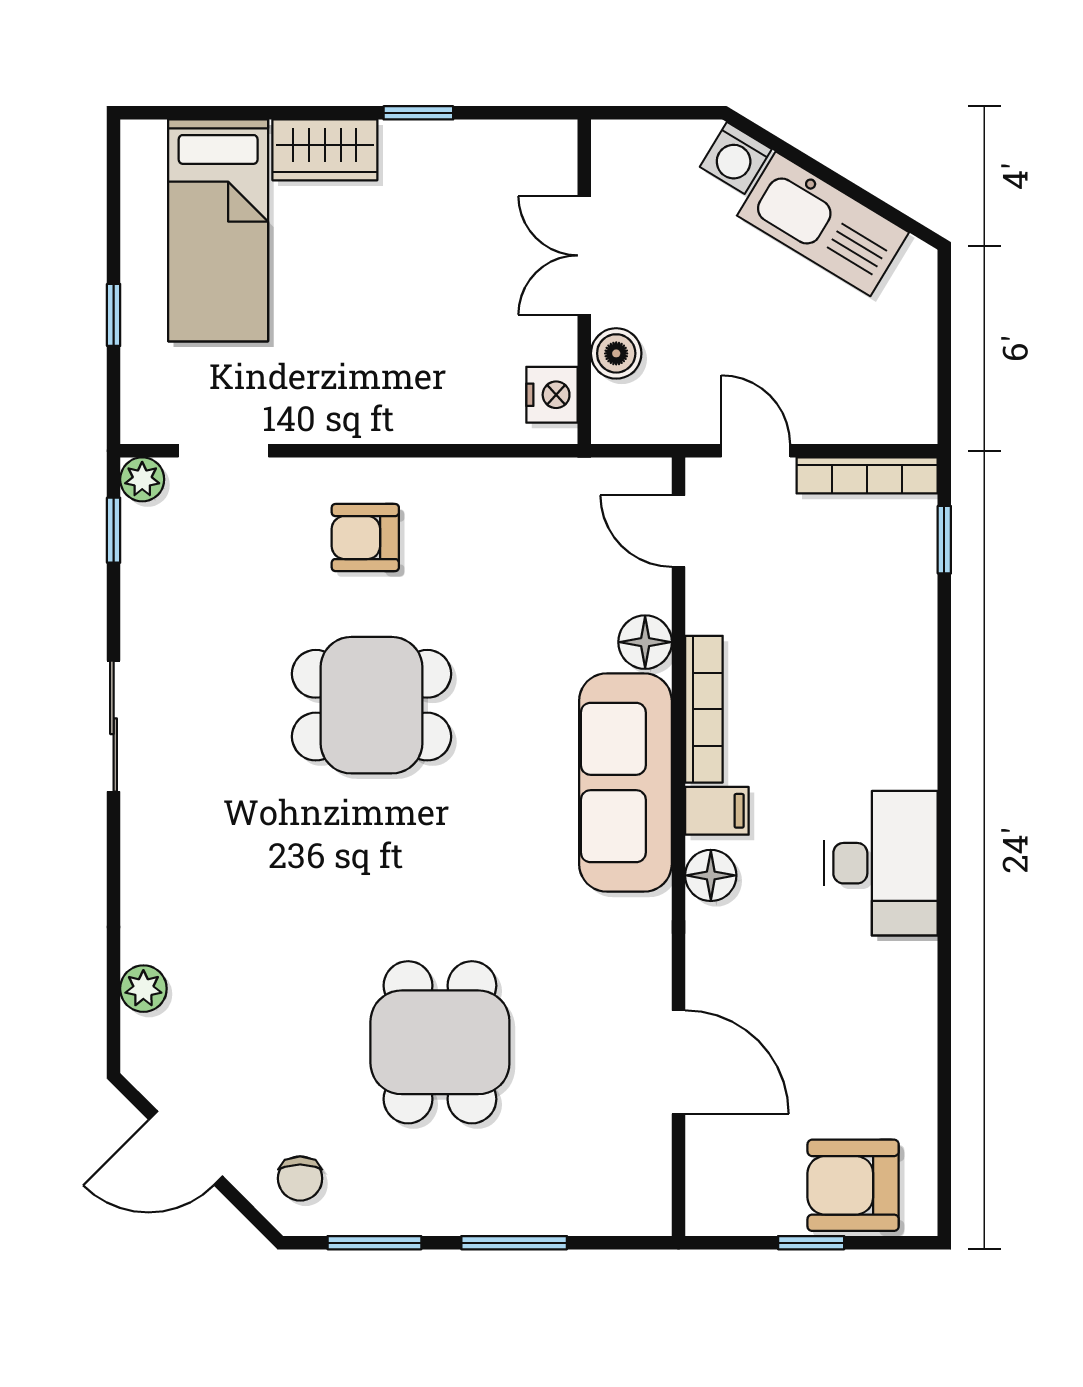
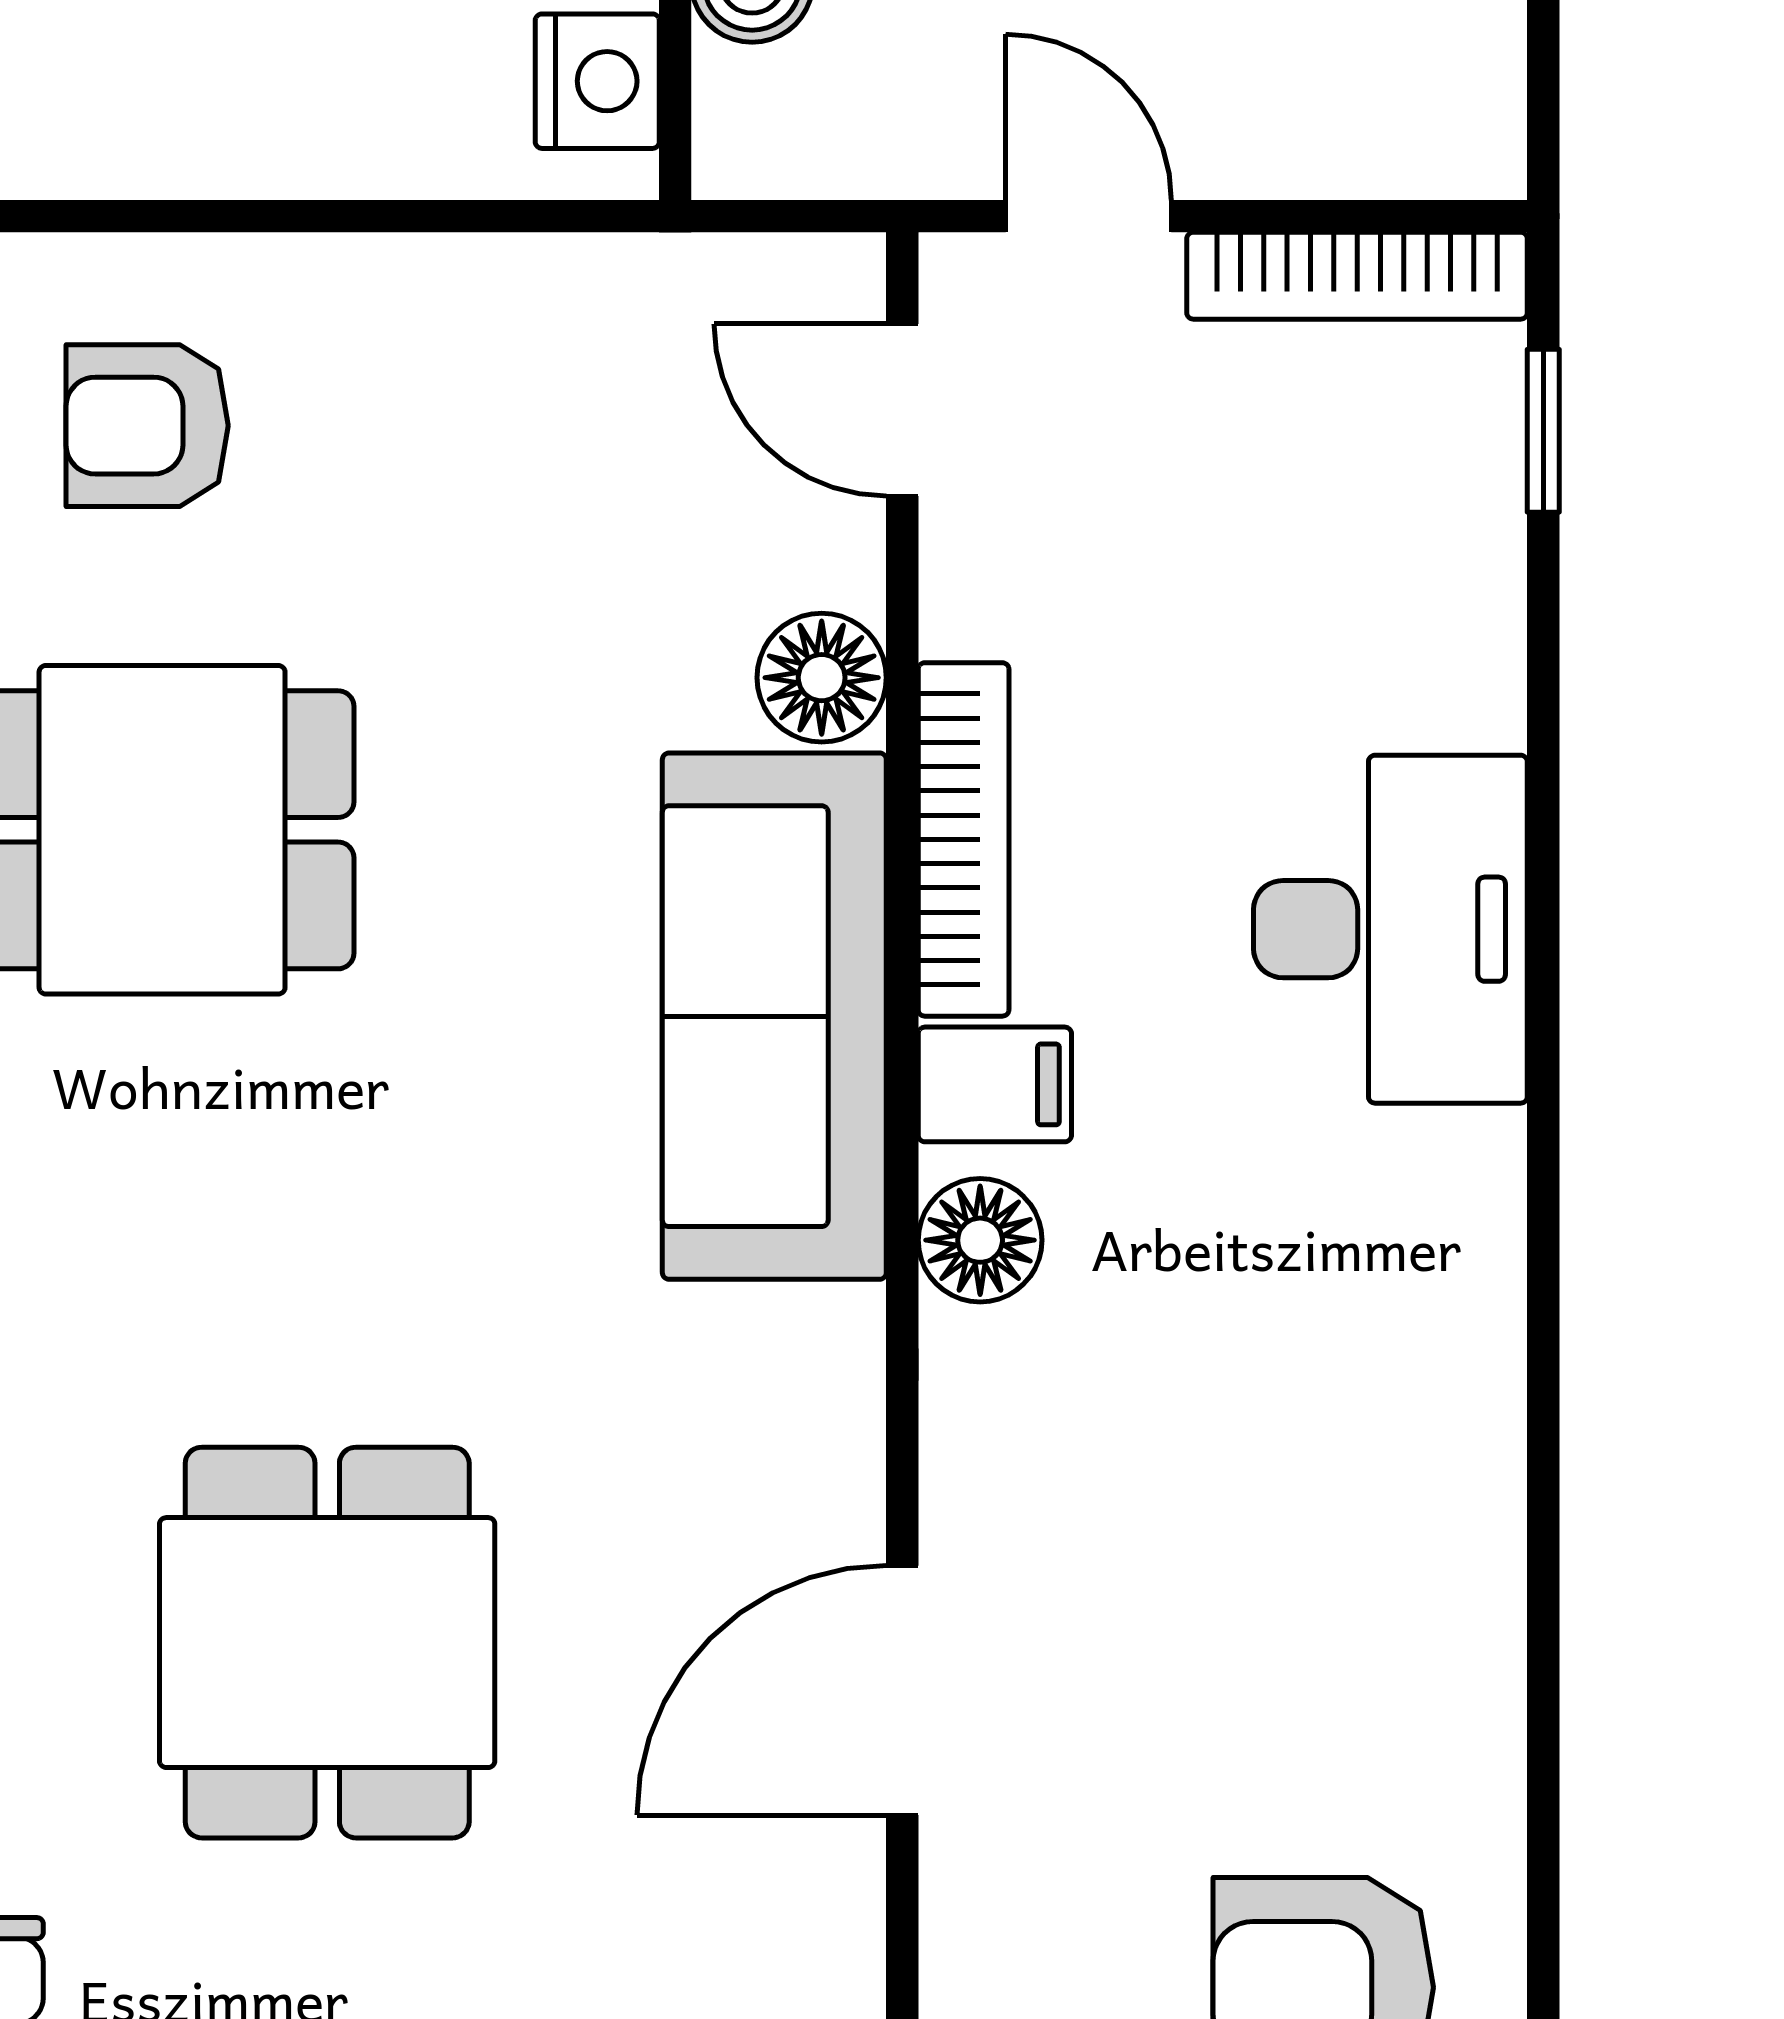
desk: (881, 863) -> (1390, 929), moved
door: (678, 1062) -> (902, 1690), swing flipped

